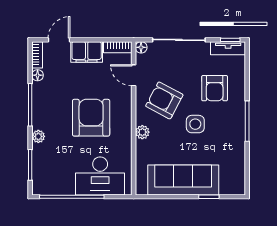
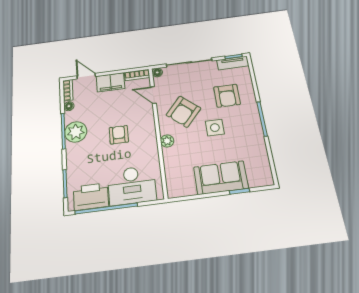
door: (59, 40) -> (86, 76), hinge flipped
armchair: (164, 100) -> (183, 112), turned -77
armchair: (91, 118) -> (119, 135), width x0.53, depth x0.53
plant: (38, 136) -> (76, 132), moved, width x1.87, depth x1.87
sofa: (183, 180) -> (221, 178), width x0.73
printer: (57, 182) -> (91, 197), added

